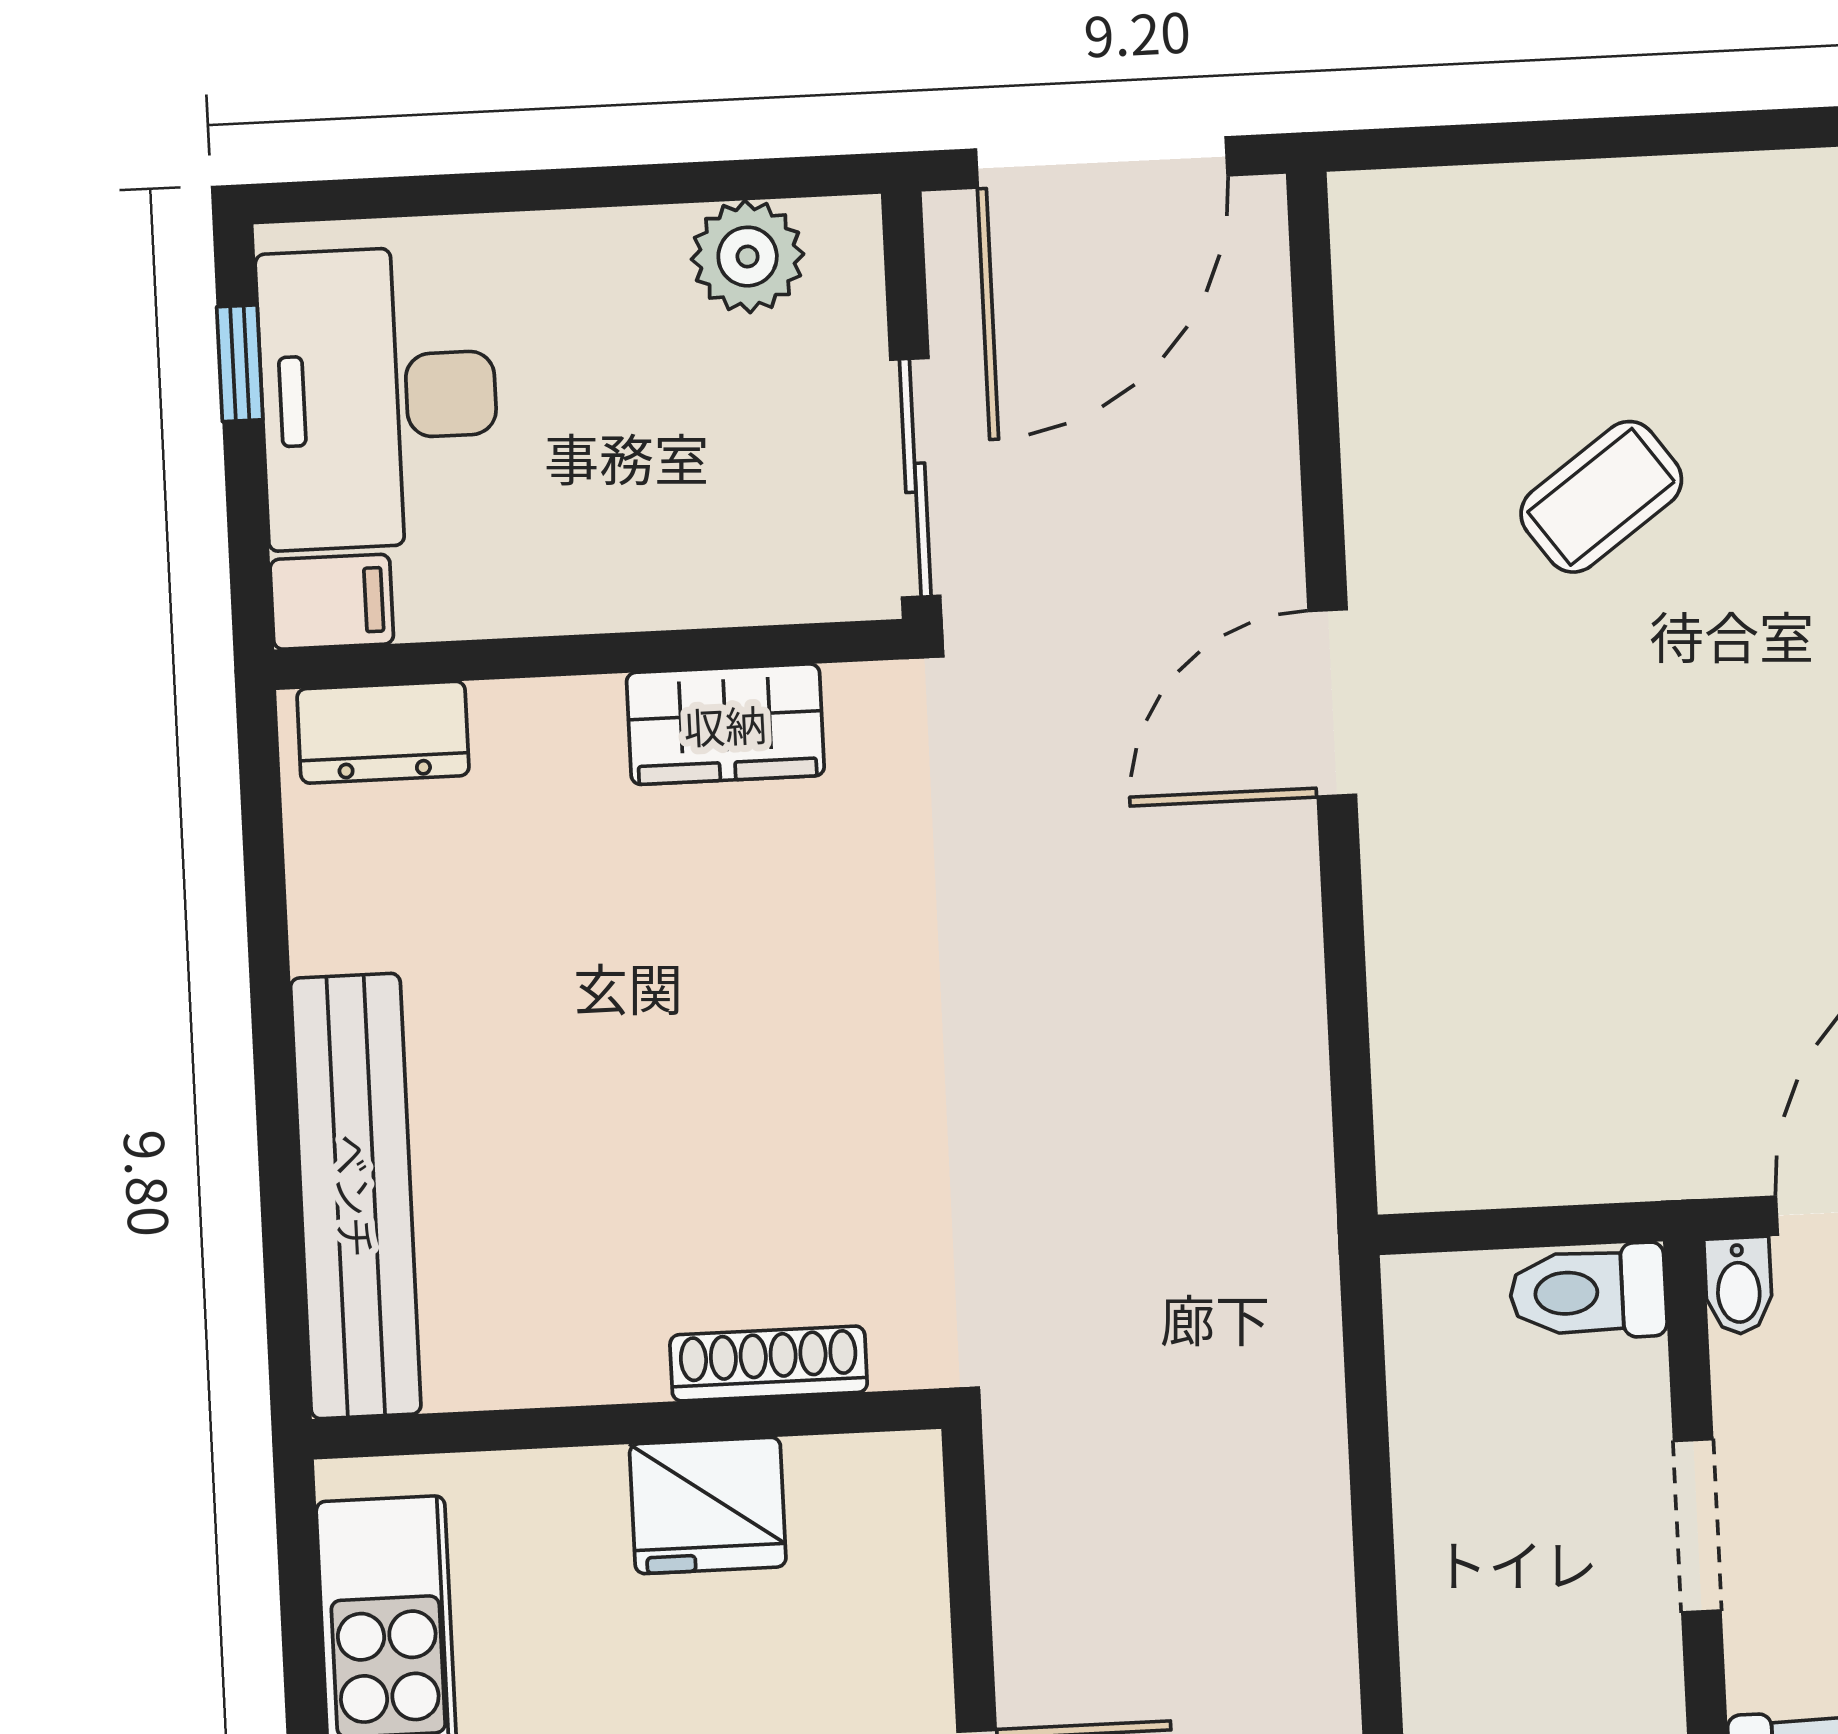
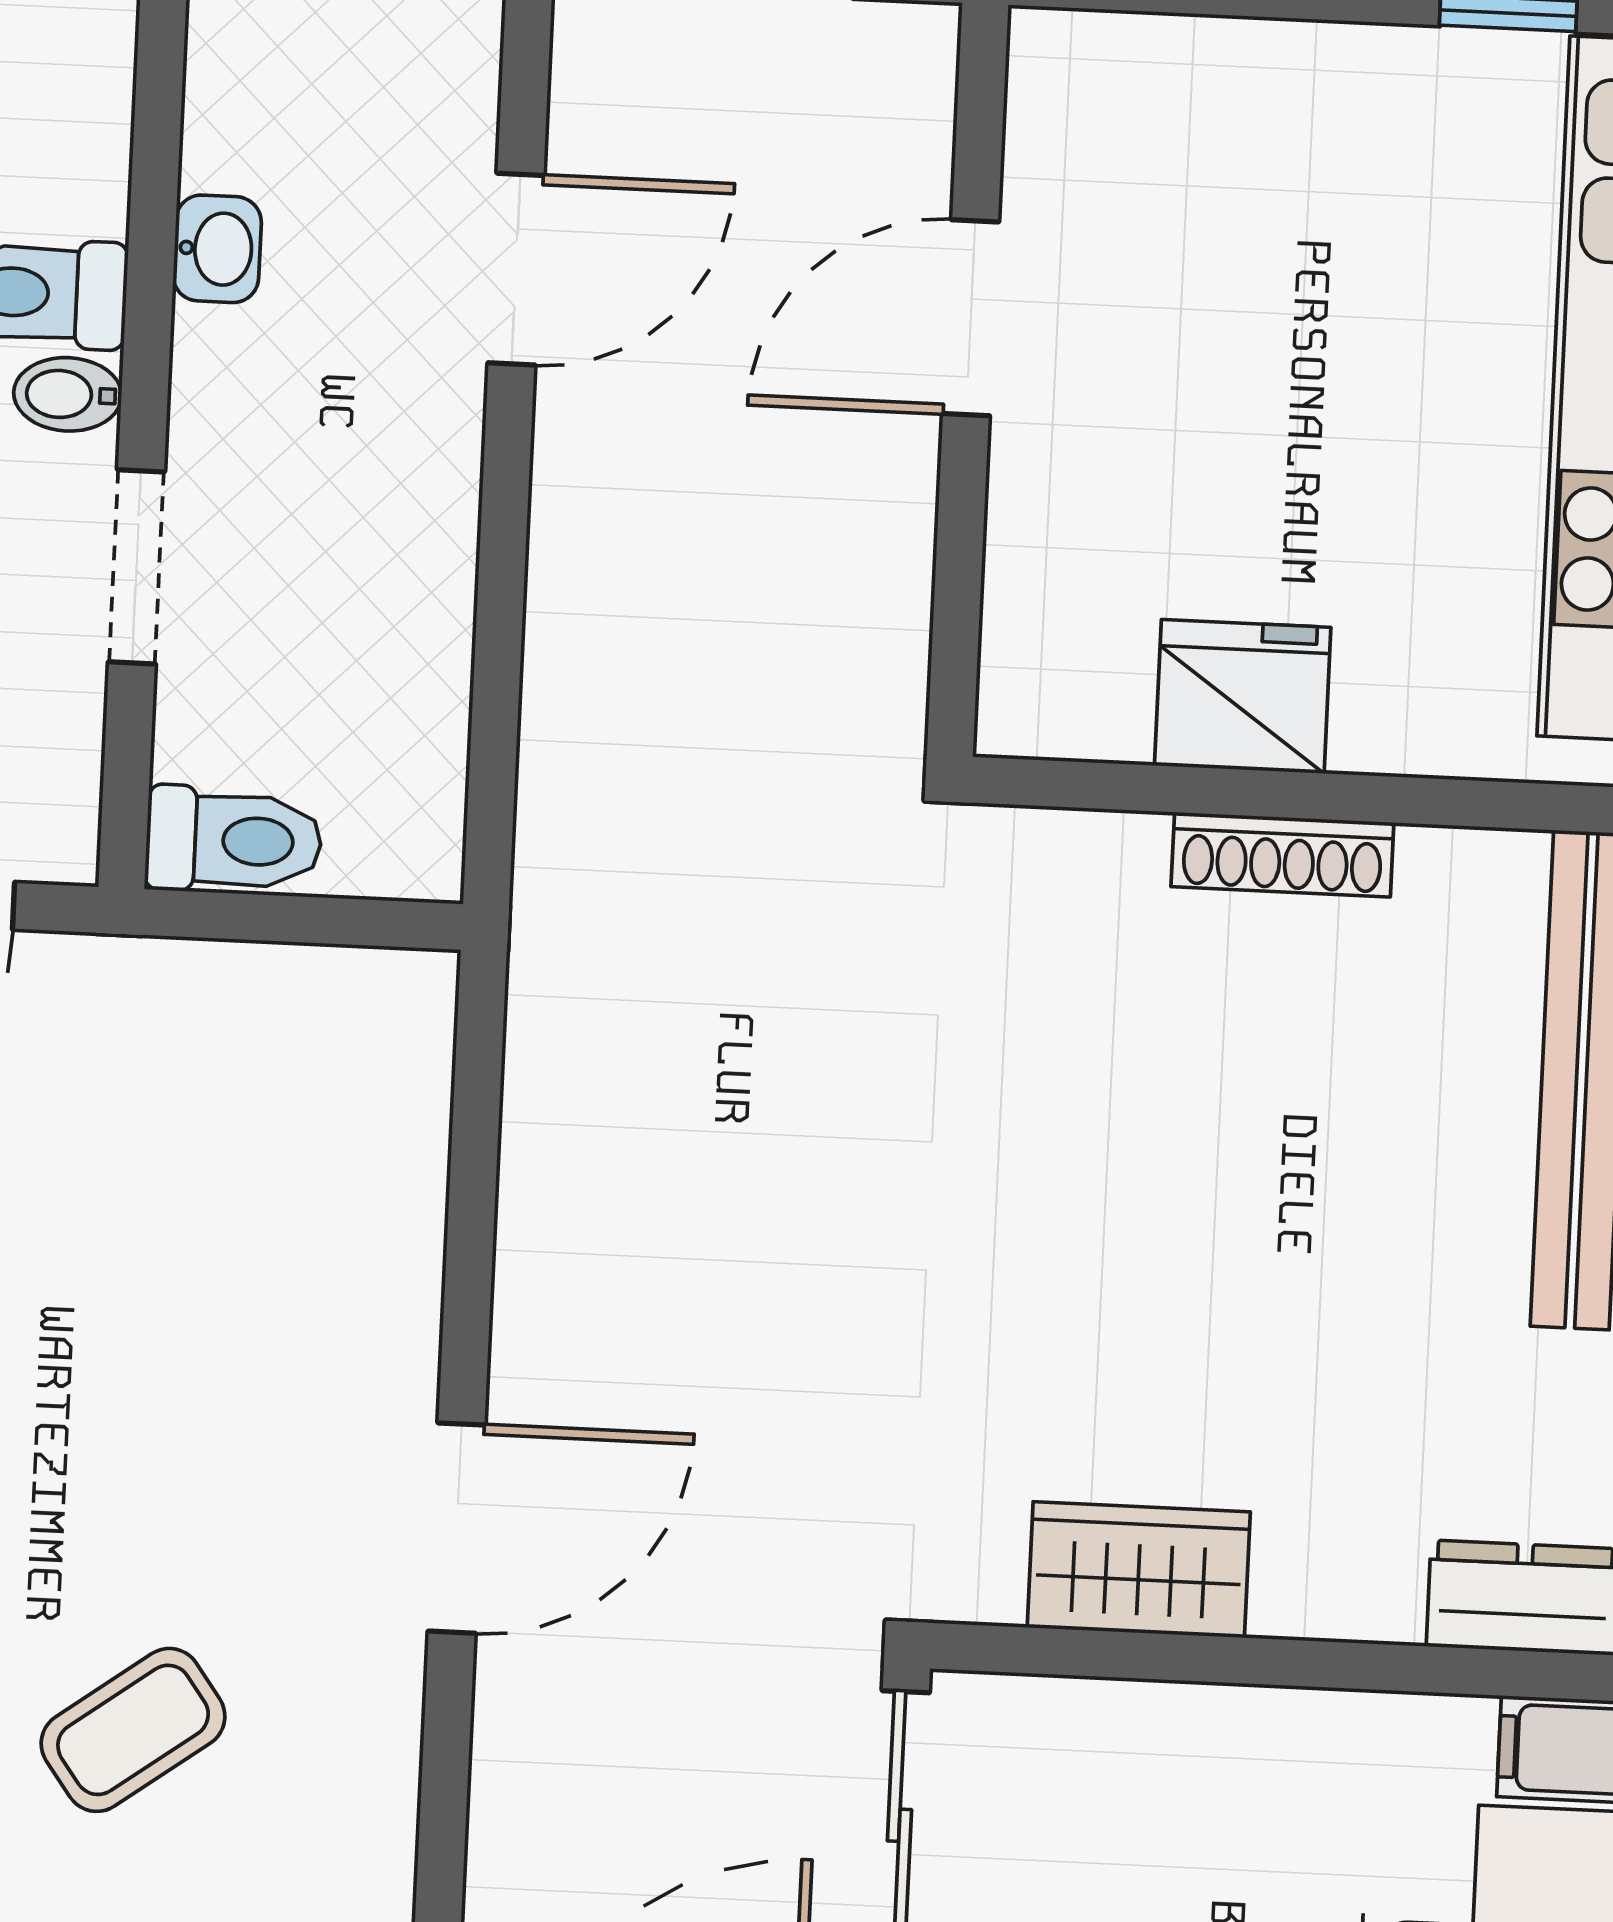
bidet: (1739, 1286) -> (68, 394), moved, turned -90
shoe rack: (769, 1364) -> (1282, 855), moved

